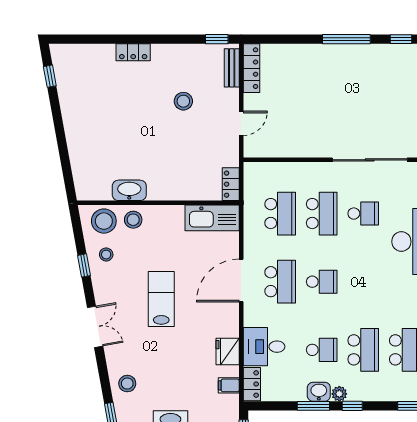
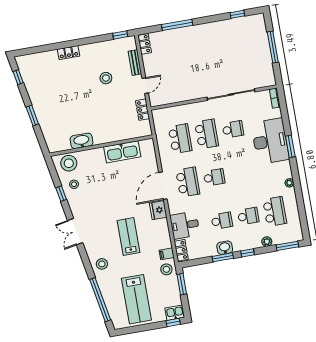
window: (346, 39) -> (177, 25), moved
bench: (232, 68) -> (135, 63), moved
locker: (251, 68) -> (145, 44), width x0.66
window: (61, 138) -> (32, 116), added
locker: (231, 184) -> (143, 110), moved
kitchen sink: (212, 218) -> (122, 152), moved
stool: (133, 220) -> (166, 269), moved
lab bench: (161, 299) -> (128, 237), moved
double door: (95, 327) -> (75, 232), swing flipped
school desk: (363, 350) -> (248, 216), width x0.54
fridge: (228, 352) -> (158, 210), moved
plant: (339, 394) -> (267, 242), moved

